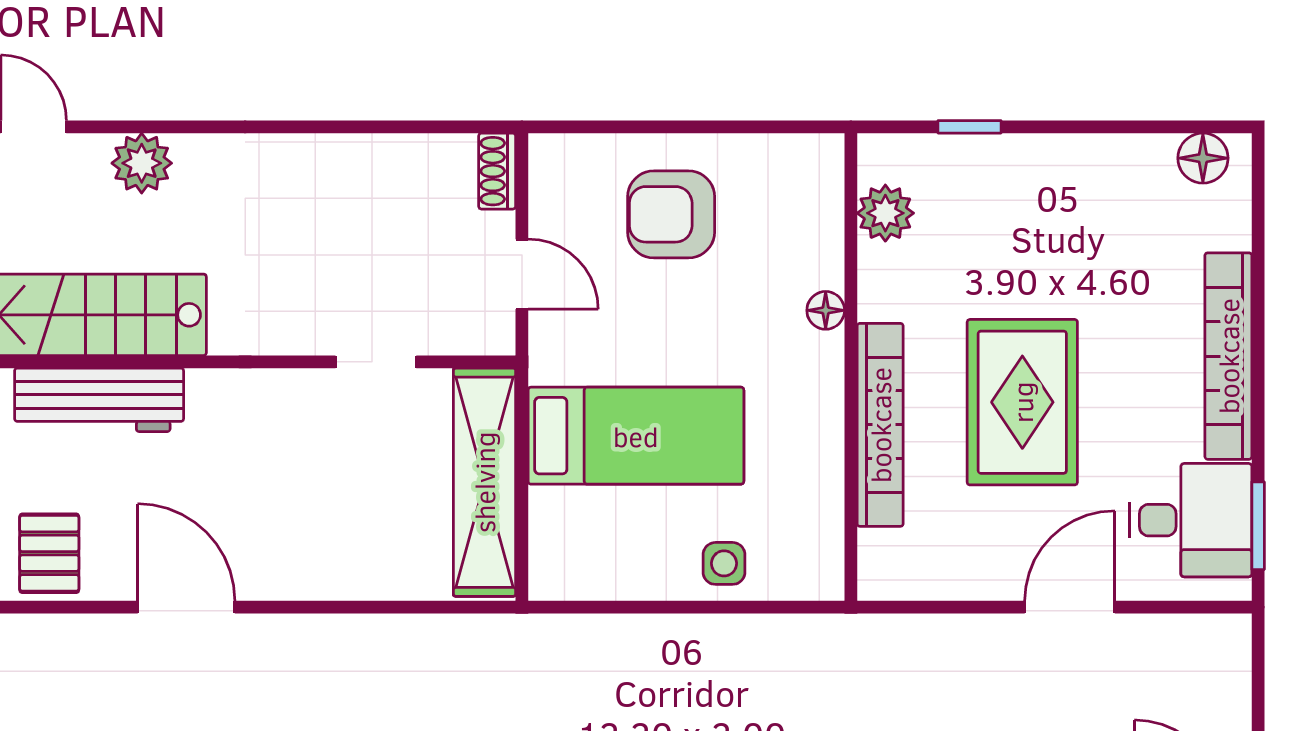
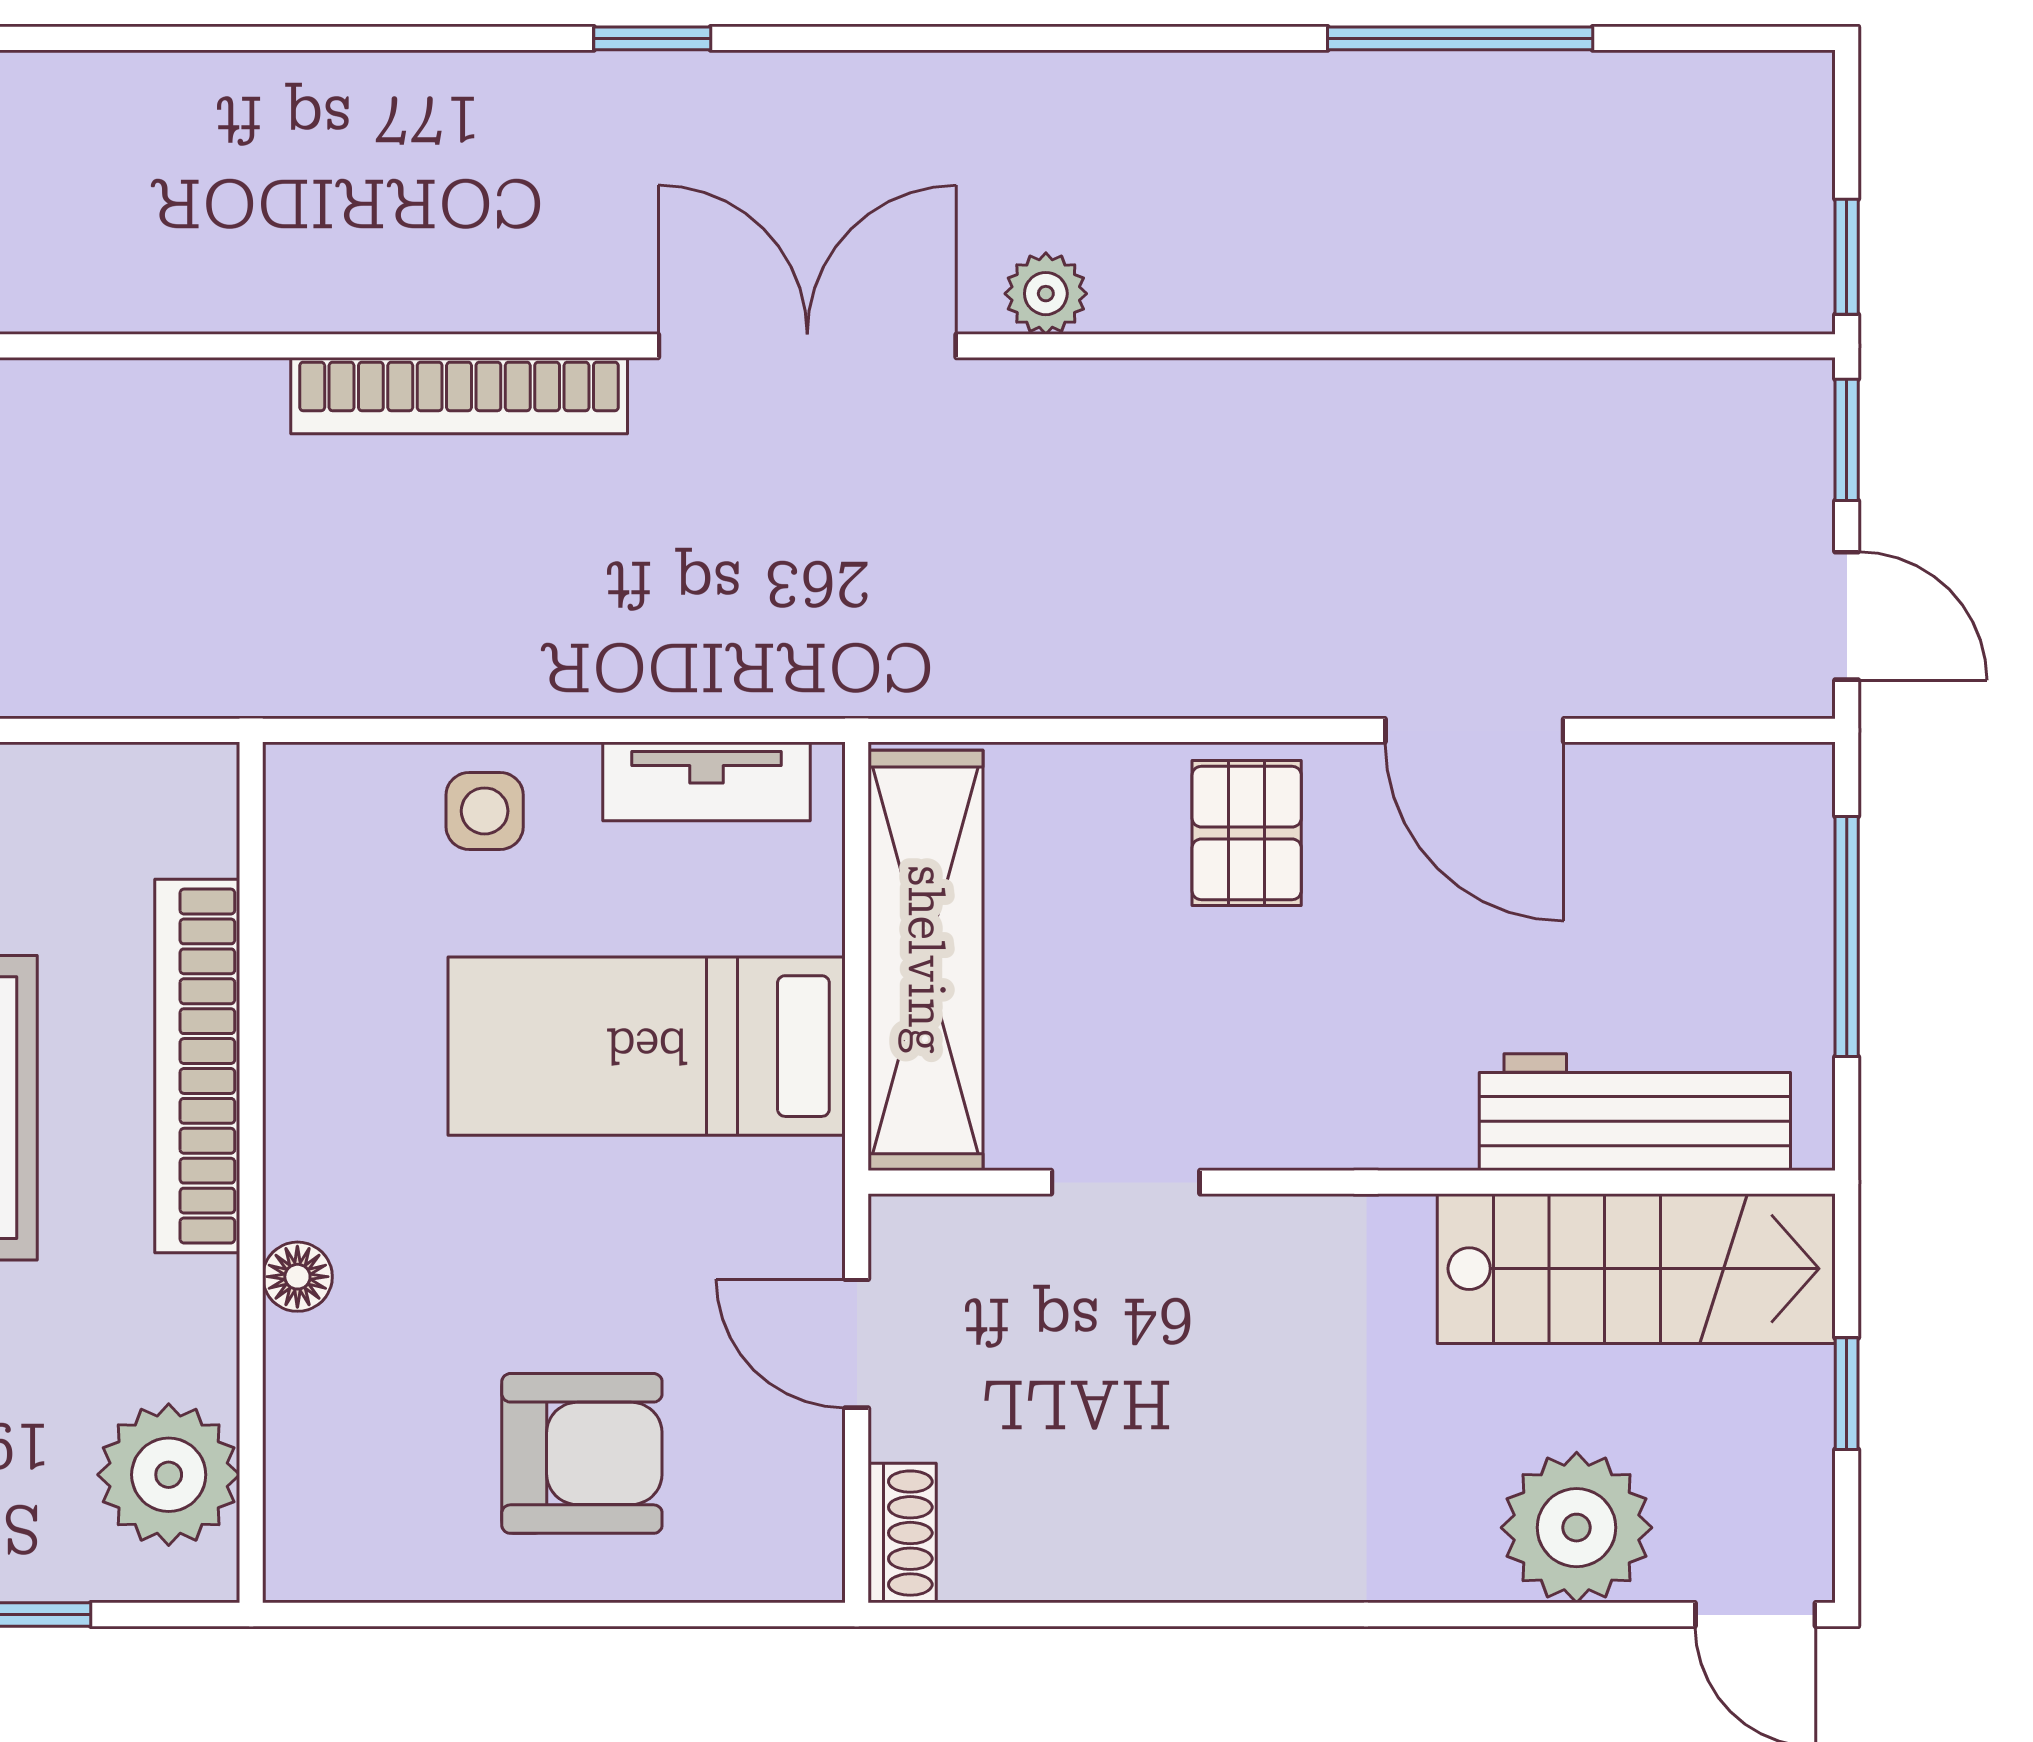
plant: (142, 163) -> (1577, 1528), width x1.36, depth x1.36
plant: (885, 213) -> (169, 1475), width x1.36, depth x1.36
pallet: (49, 553) -> (1247, 833), moved
tv unit: (603, 579) -> (707, 781), added

